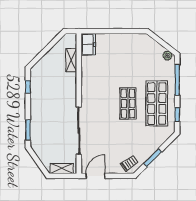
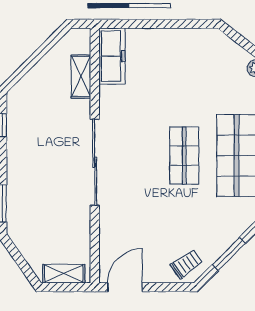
freezer: (88, 44) -> (112, 56), width x1.40
sliding door: (79, 131) -> (95, 162), moved

